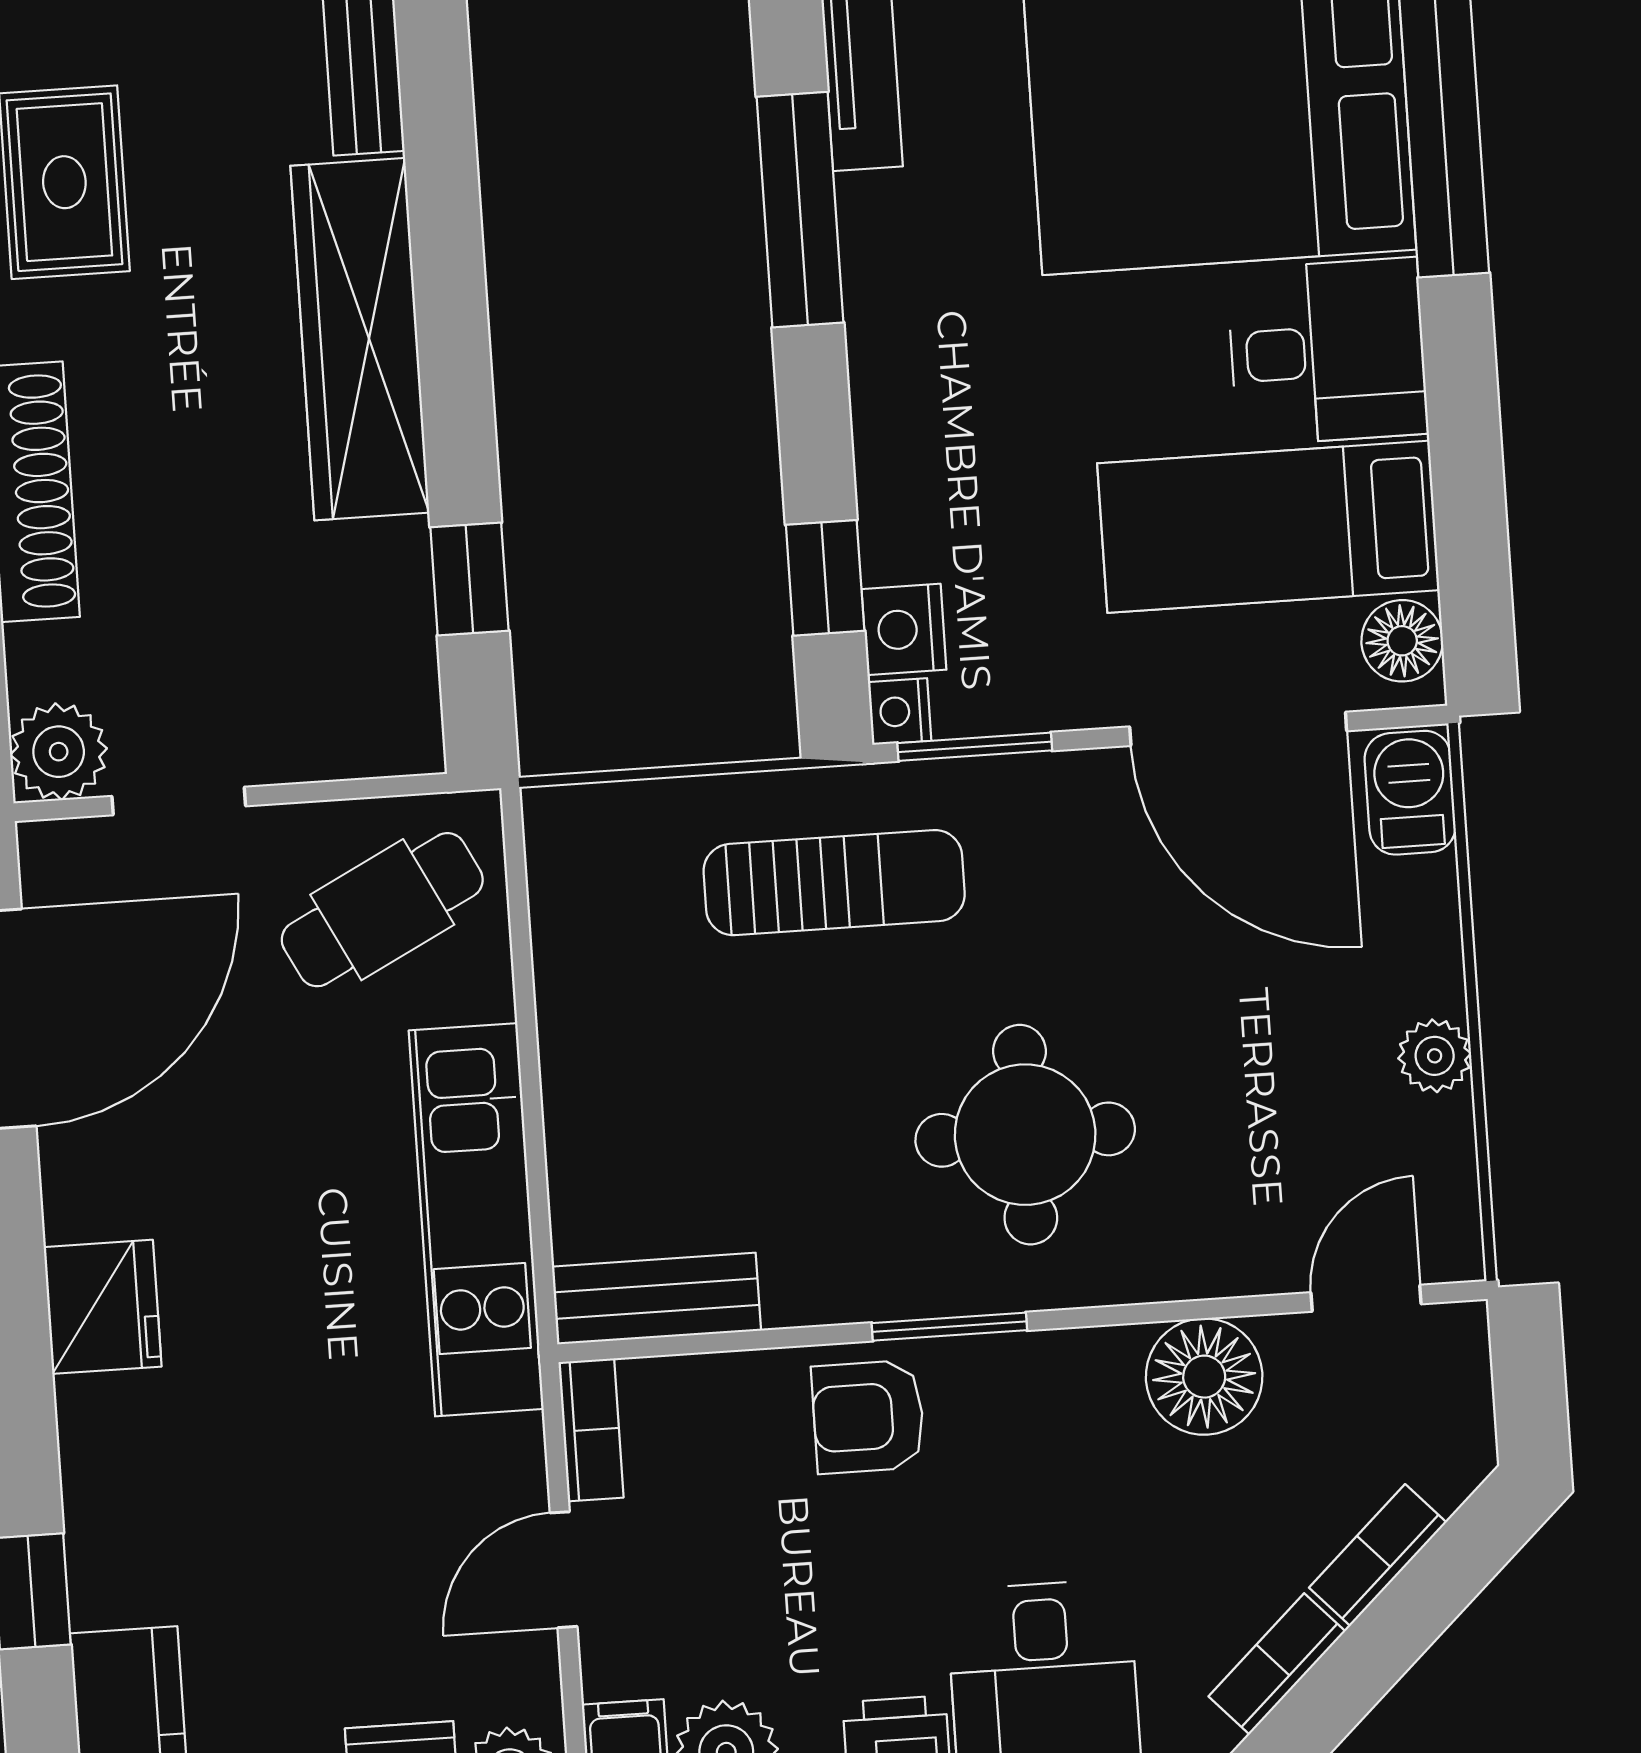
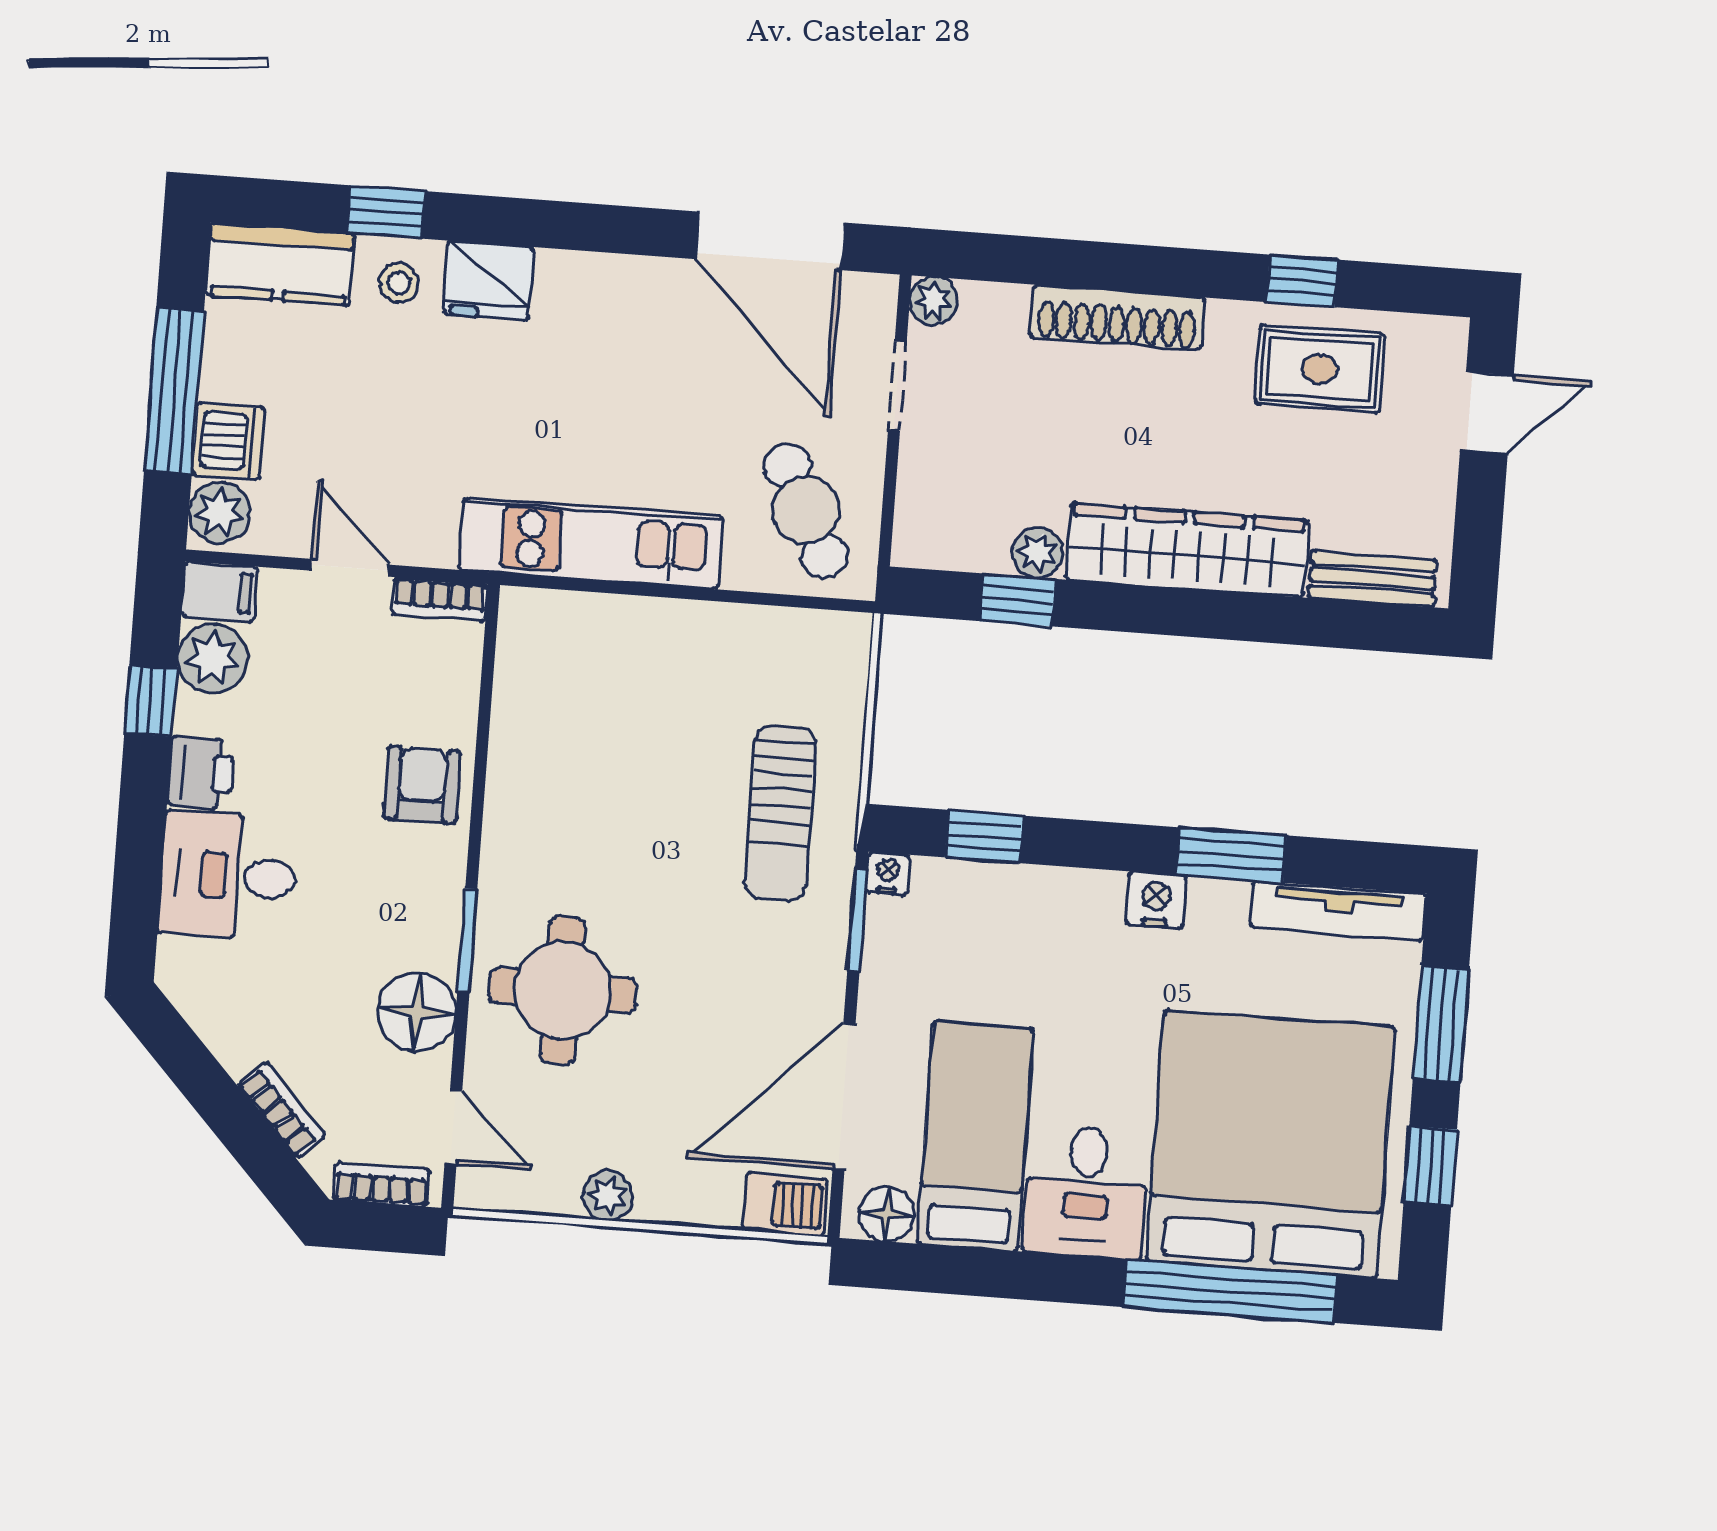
window: (800, 210) -> (1231, 855), width x0.69
plant: (395, 559) -> (1037, 553), added
nightstand: (904, 629) -> (1156, 900), moved
plant: (59, 752) -> (934, 301), width x0.73, depth x0.73
round table: (1025, 1135) -> (563, 990), moved
bench: (656, 1299) -> (521, 655), removed
fridge: (103, 1307) -> (488, 280), moved
window: (949, 1327) -> (467, 940), moved
stool: (133, 1558) -> (399, 283), added
bookcase: (1277, 1664) -> (381, 1184), moved, turned -47

